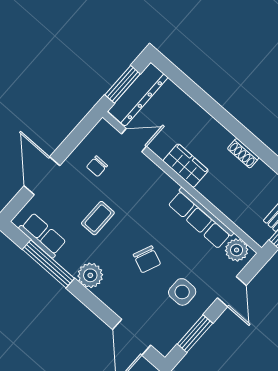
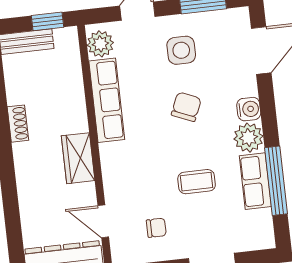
row of seats: (43, 235) -> (255, 181), moved
water cooler: (106, 293) -> (249, 109), added

